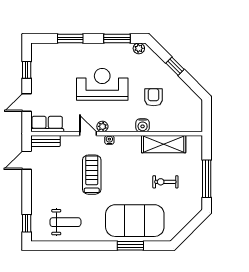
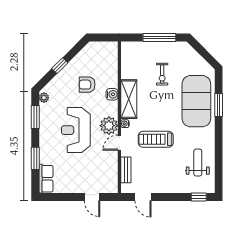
window: (27, 70) -> (63, 197), removed
row of seats: (47, 124) -> (46, 179), moved, turned 180
plant: (102, 126) -> (109, 126), width x1.88, depth x1.88
bench: (46, 141) -> (126, 170), moved
shelving: (164, 144) -> (129, 99), moved

